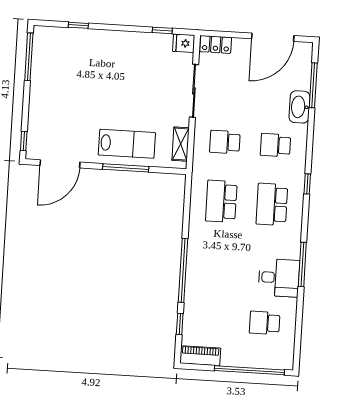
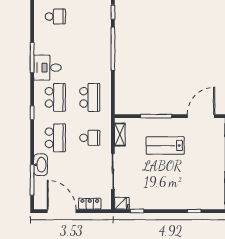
door: (273, 37) -> (62, 211), hinge flipped
locker: (216, 45) -> (90, 204), moved
lab bench: (127, 144) -> (165, 146), moved
school desk: (275, 145) -> (55, 138), width x1.85
desk: (279, 278) -> (47, 68), moved

